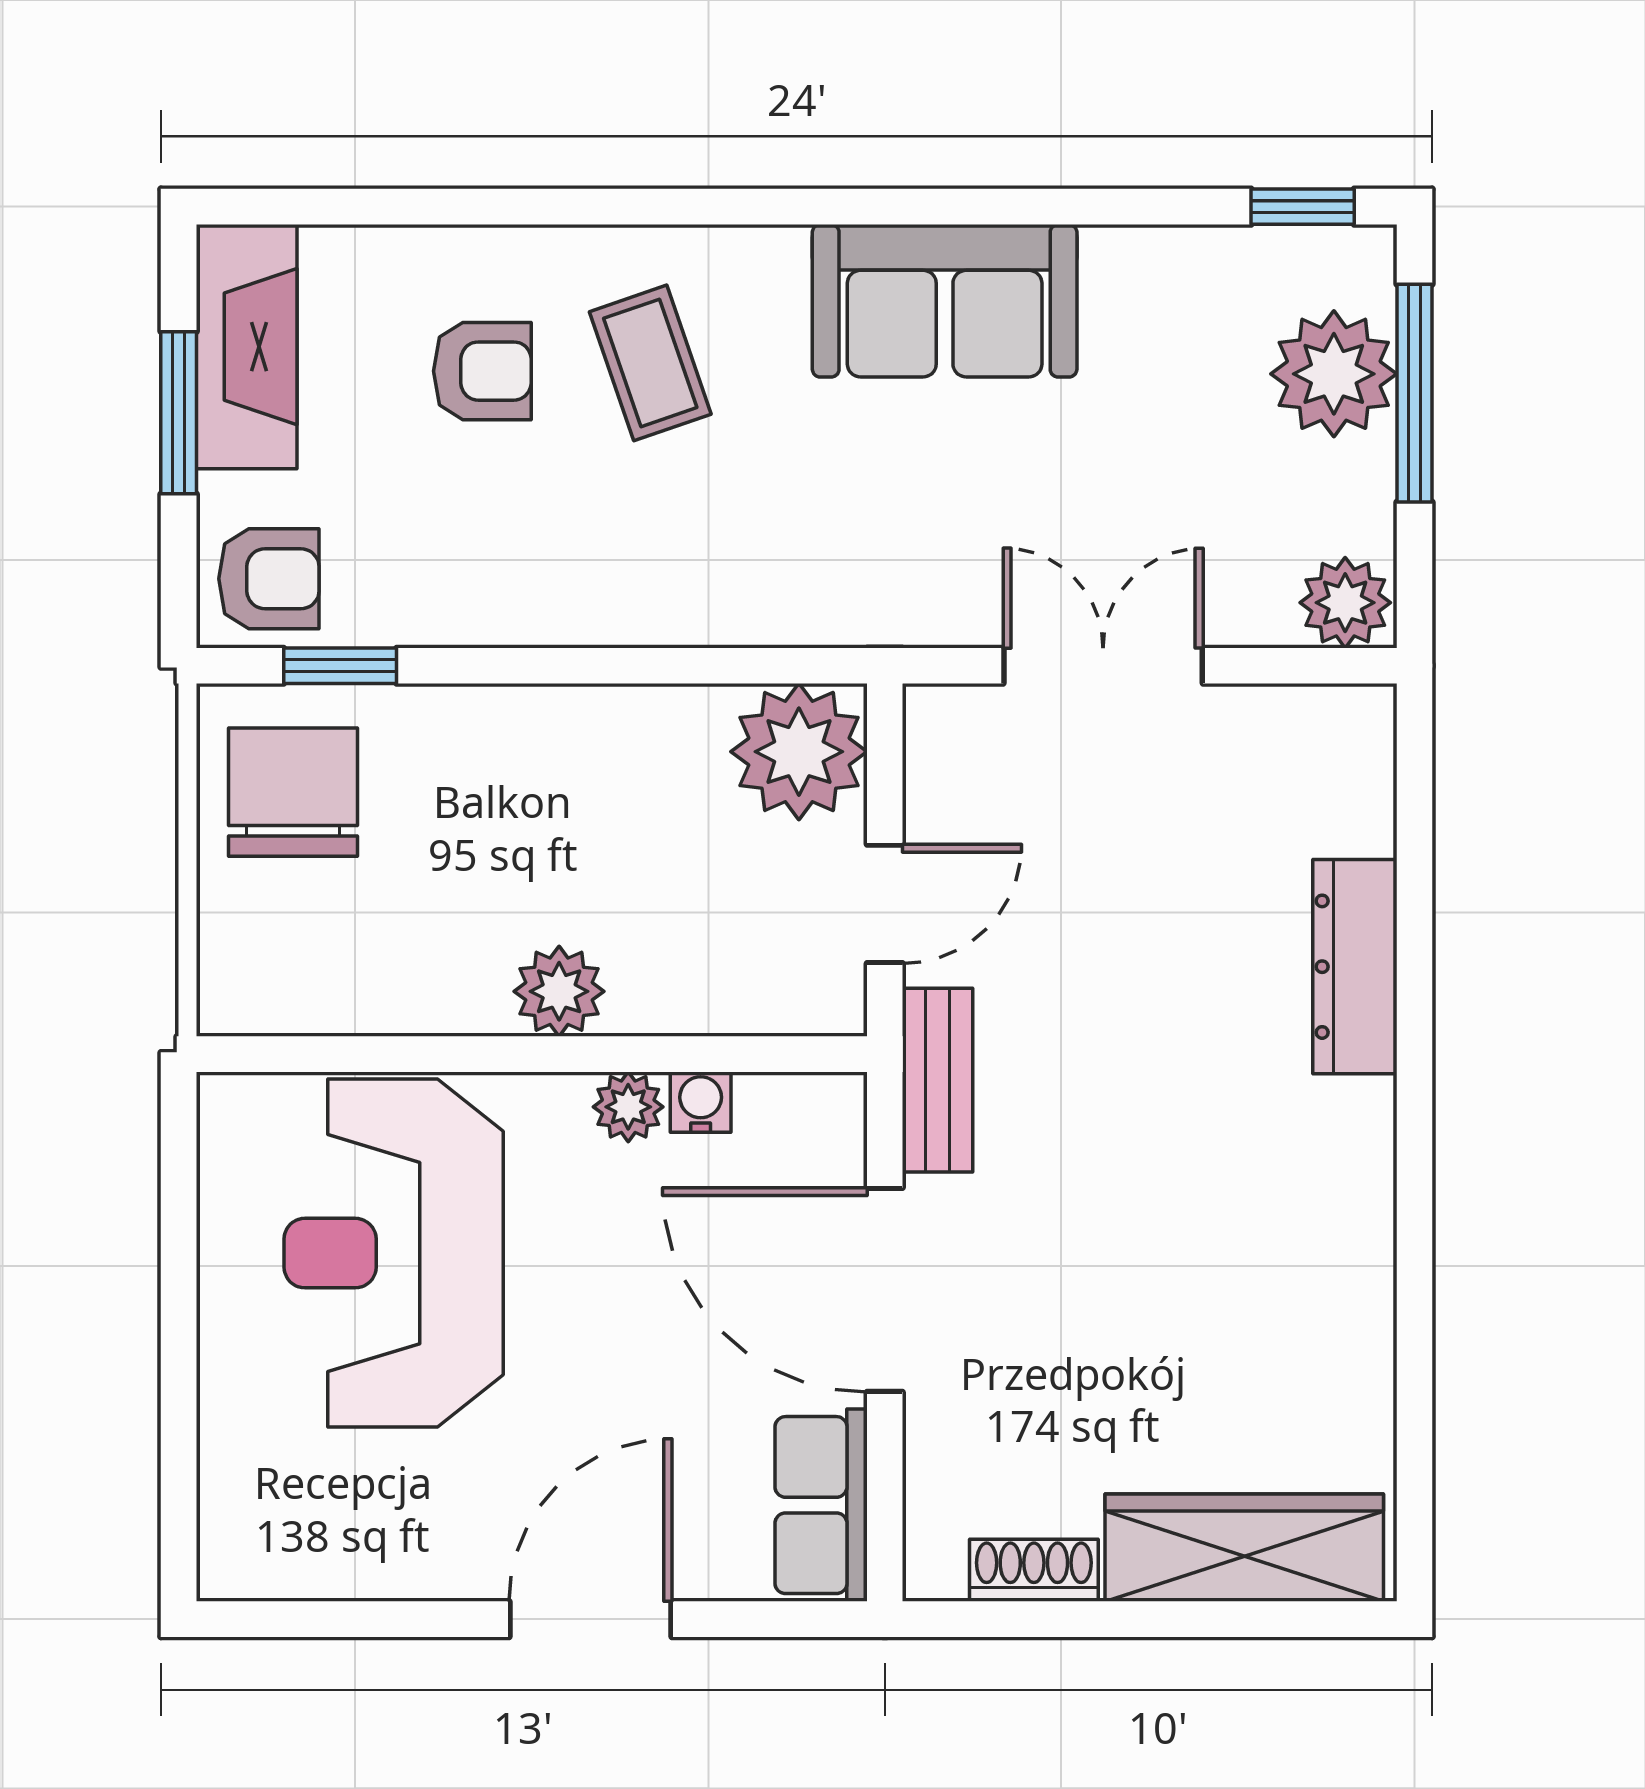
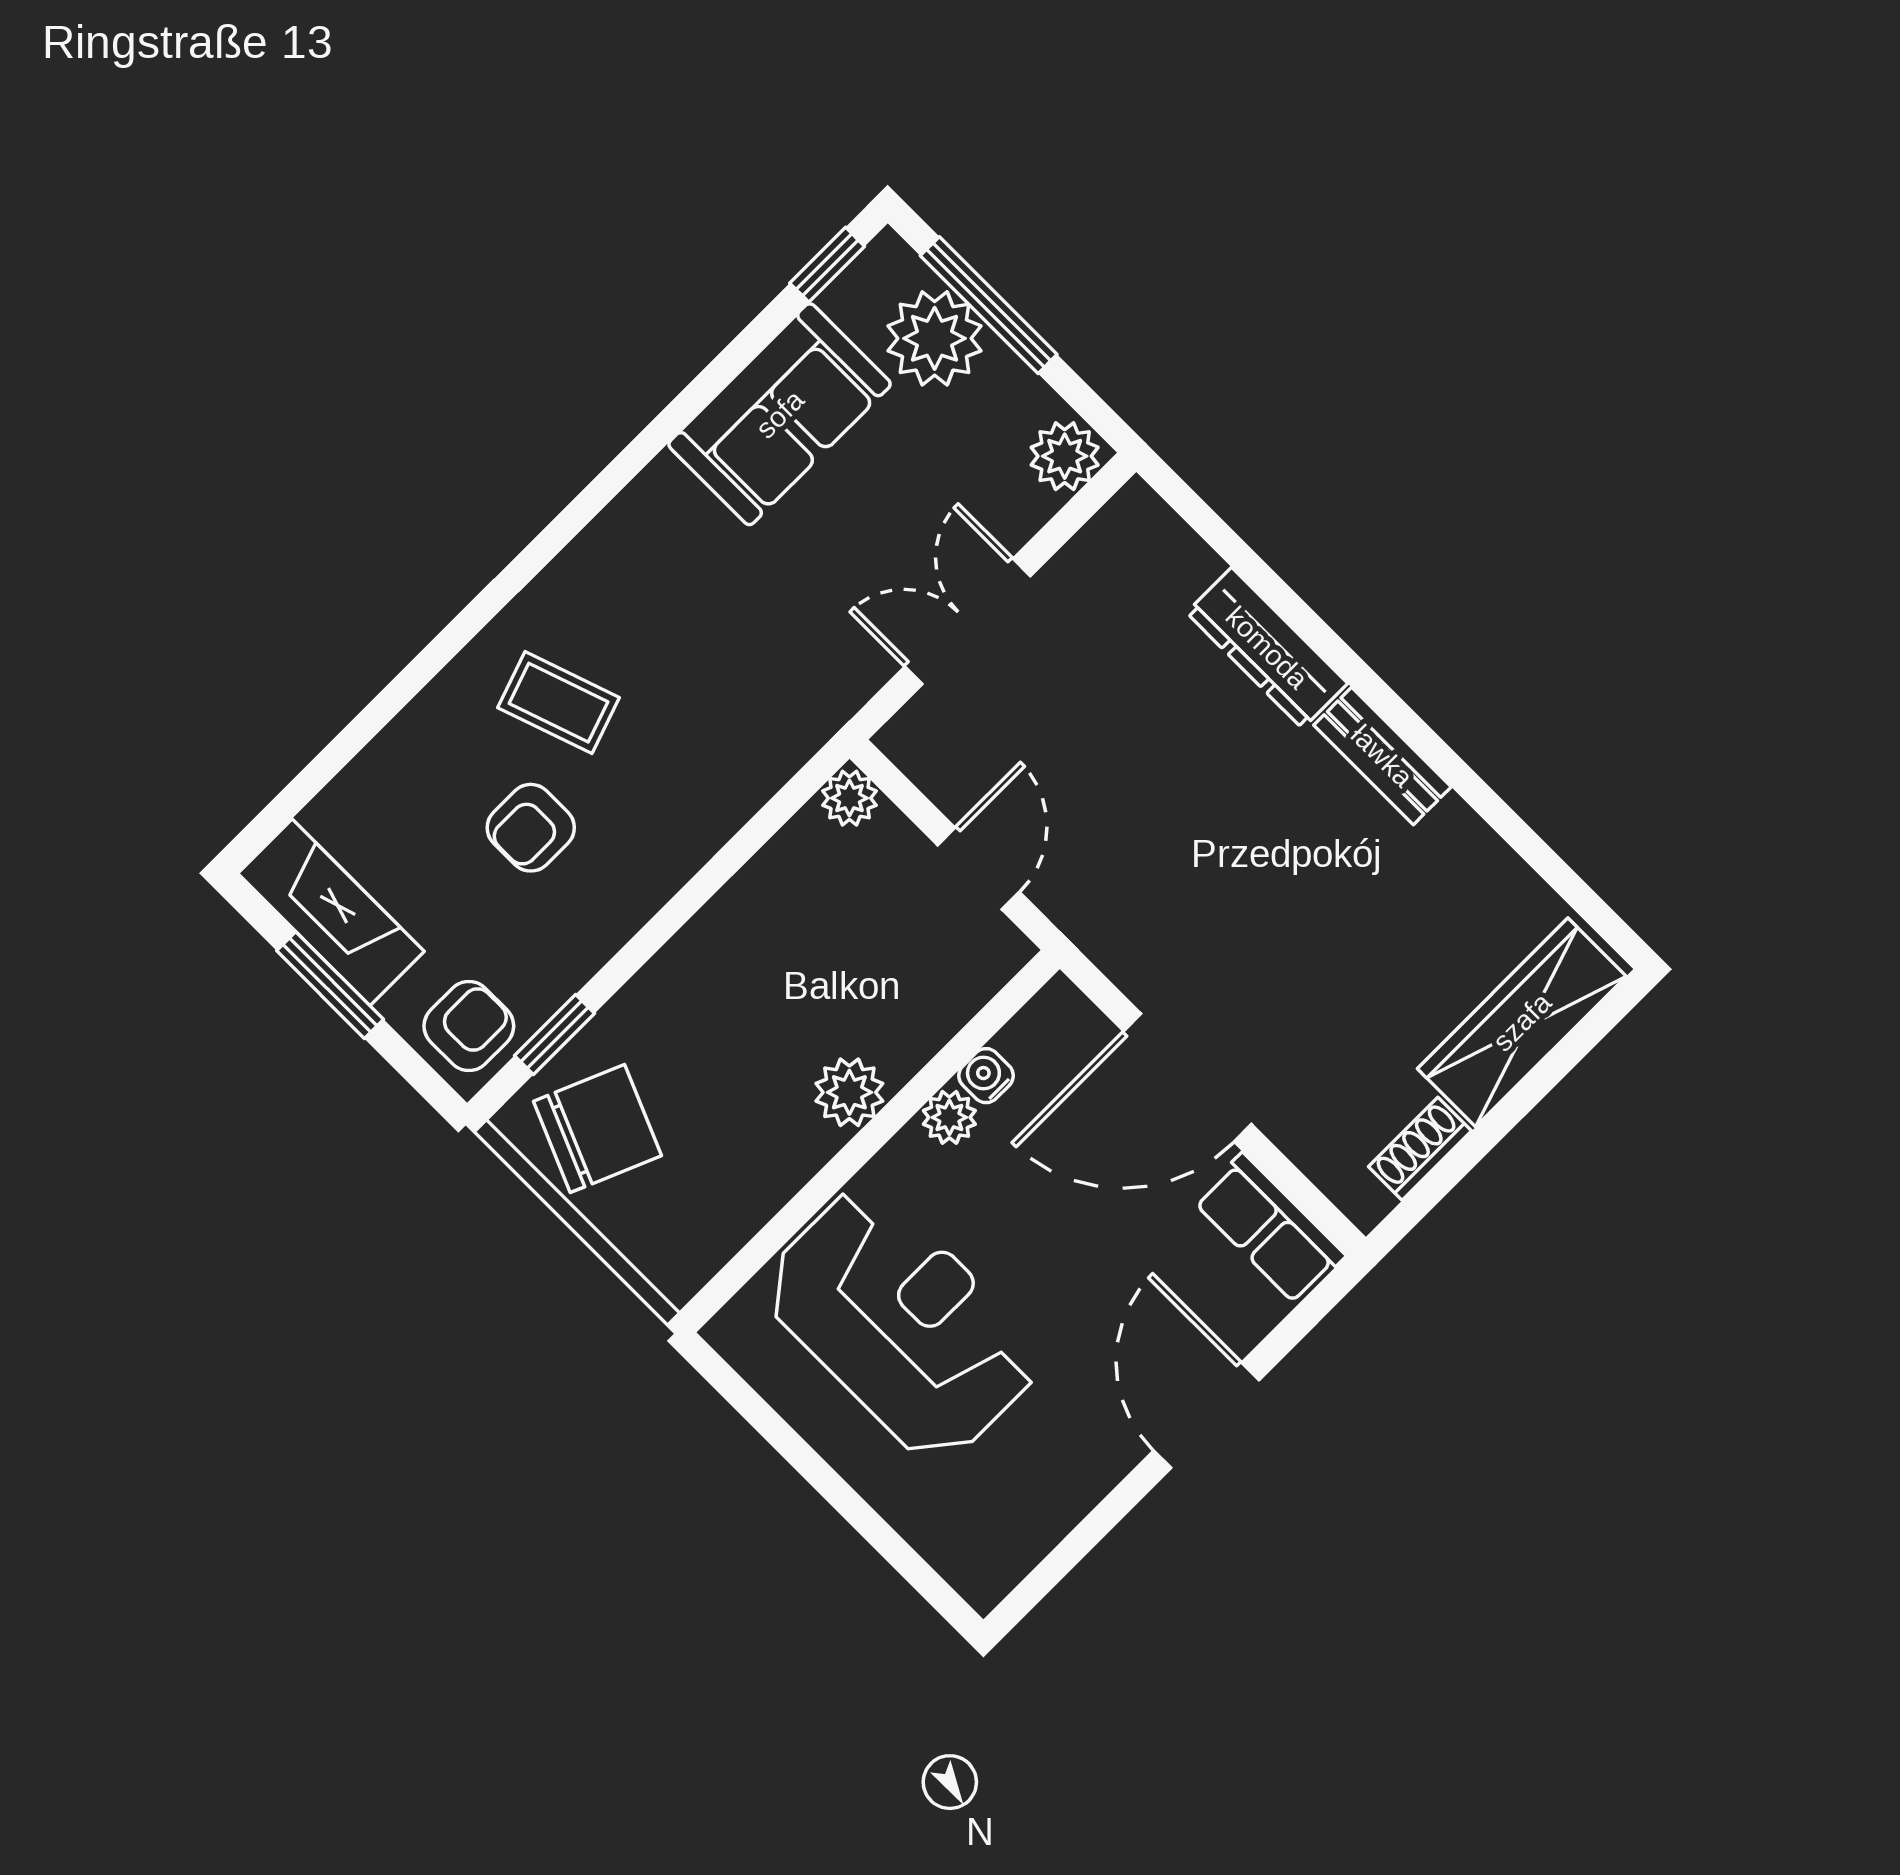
sofa: (945, 301) -> (780, 414), moved
armchair: (482, 371) -> (531, 828), moved, turned 180
plant: (799, 752) -> (849, 798), width x0.53, depth x0.53
chair: (293, 792) -> (597, 1129), turned 113
bench: (938, 1080) -> (1382, 756), moved
reception desk: (394, 1253) -> (902, 1324), turned 180

